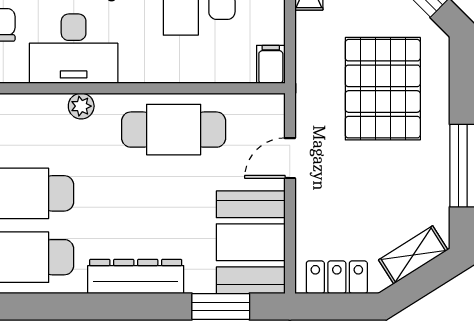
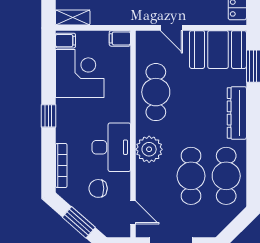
plant: (81, 106) -> (149, 149), width x1.87, depth x1.87

